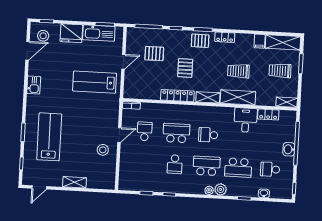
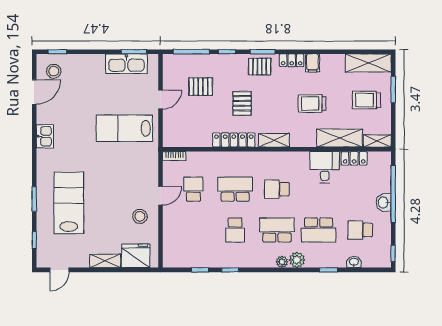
fridge: (71, 33) -> (136, 256), moved, turned 180
filing cabinet: (260, 41) -> (312, 63), moved
shelving: (238, 97) -> (340, 138), moved

